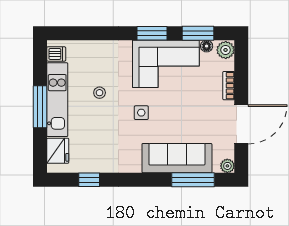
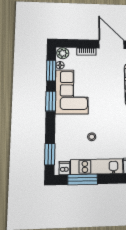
window: (76, 33) -> (50, 154), added
window: (40, 107) -> (83, 179), moved
side table: (141, 113) -> (105, 108), removed

